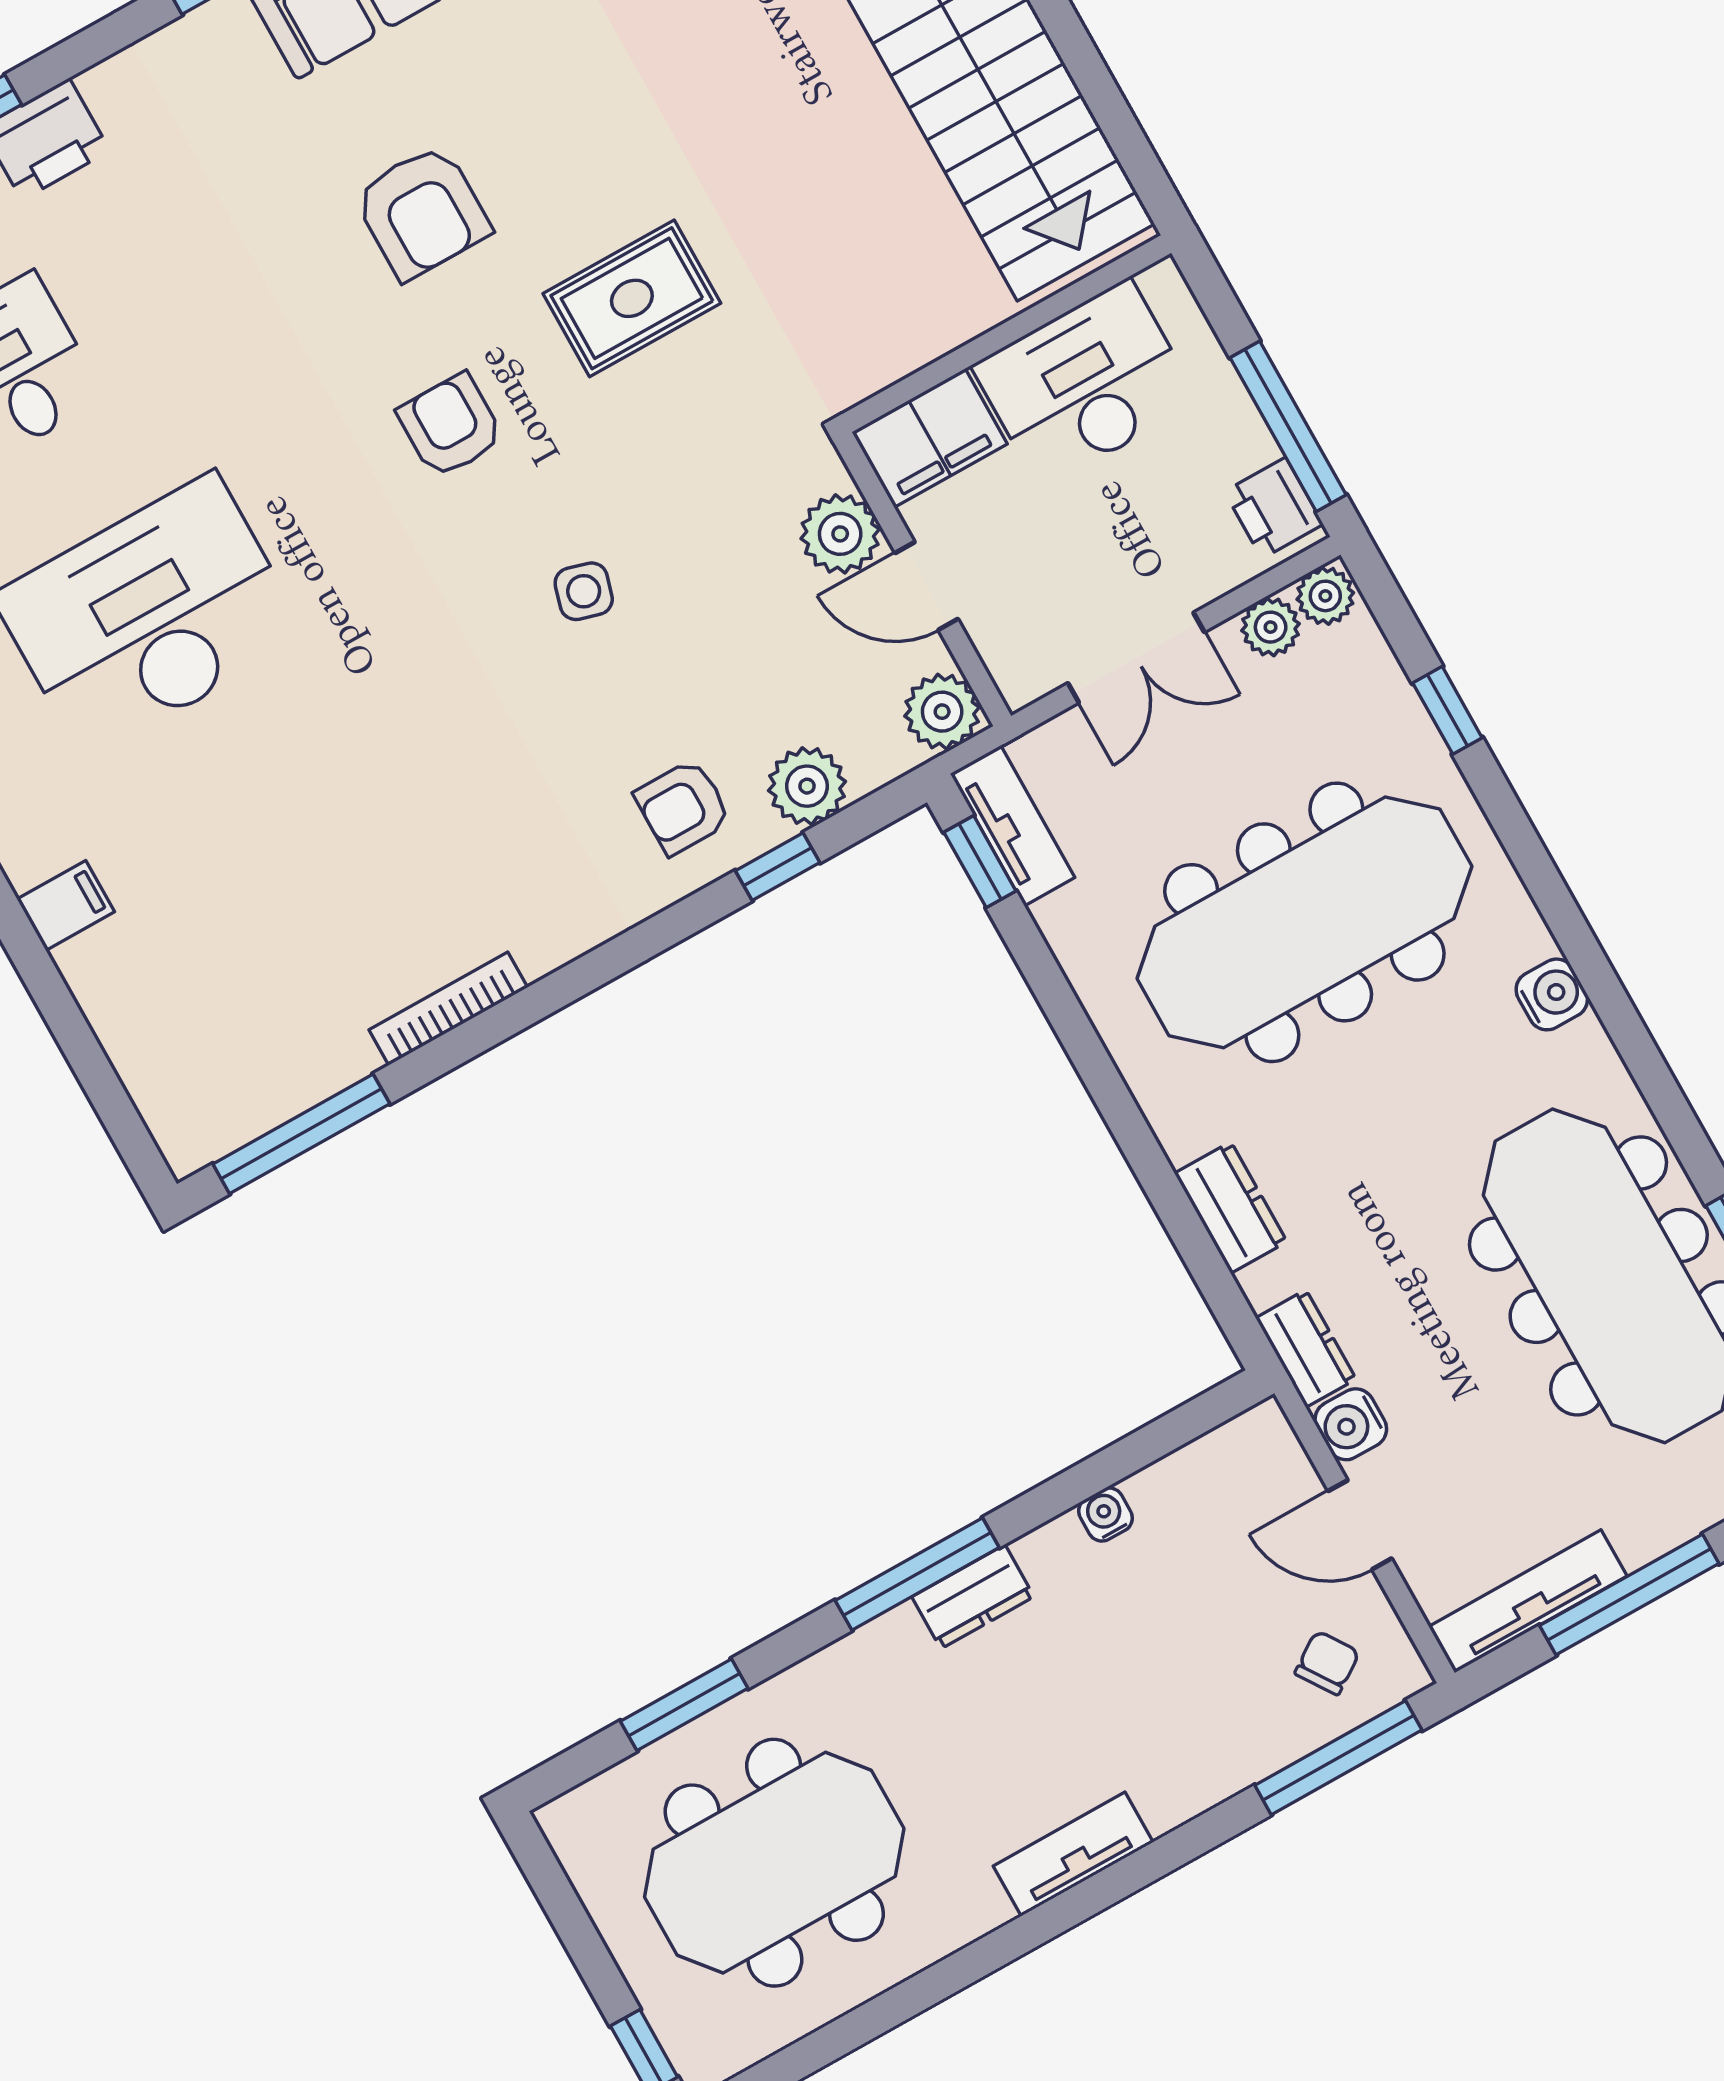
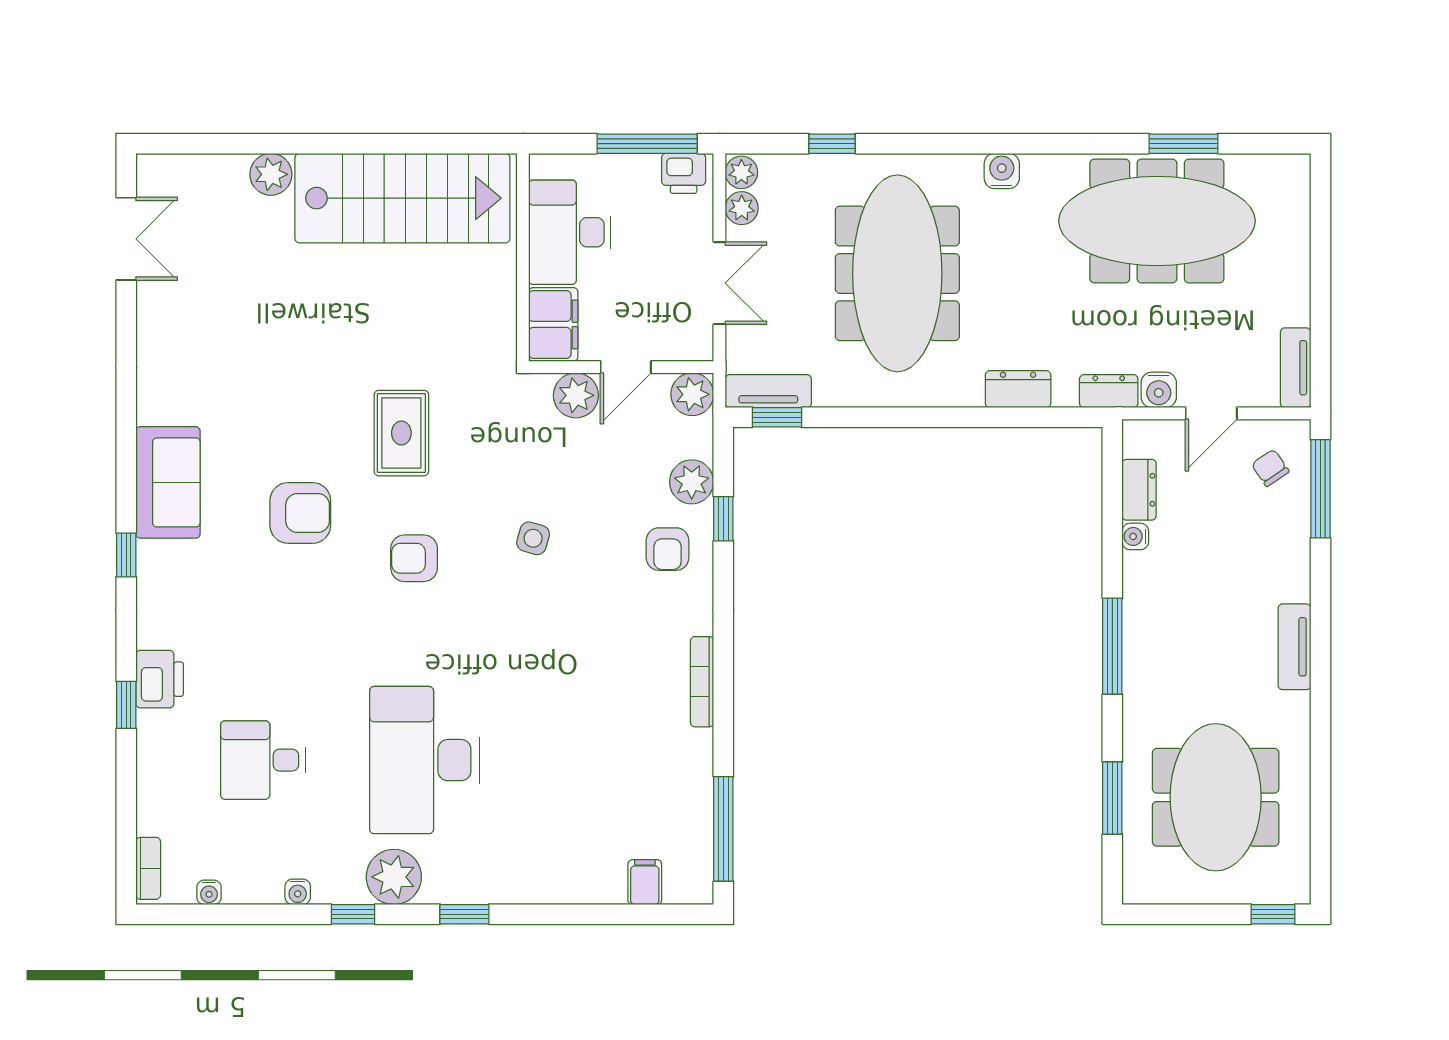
filing cabinet: (66, 905) -> (645, 882), moved
bookcase: (448, 1009) -> (702, 682), moved
window: (1629, 1594) -> (1320, 299), removed
dresser: (973, 1597) -> (1139, 490), moved
tv unit: (1528, 1601) -> (1296, 368), width x0.71

